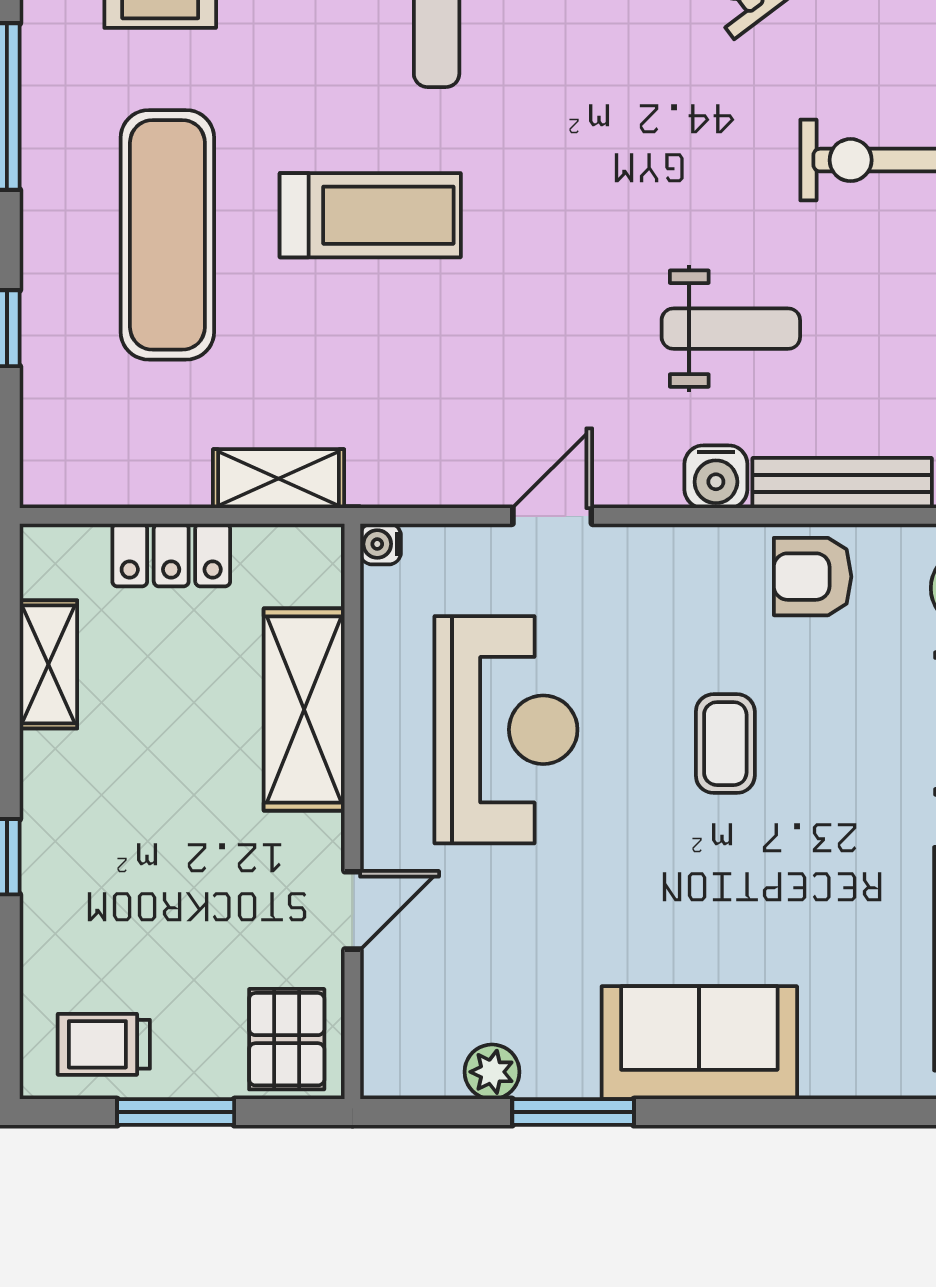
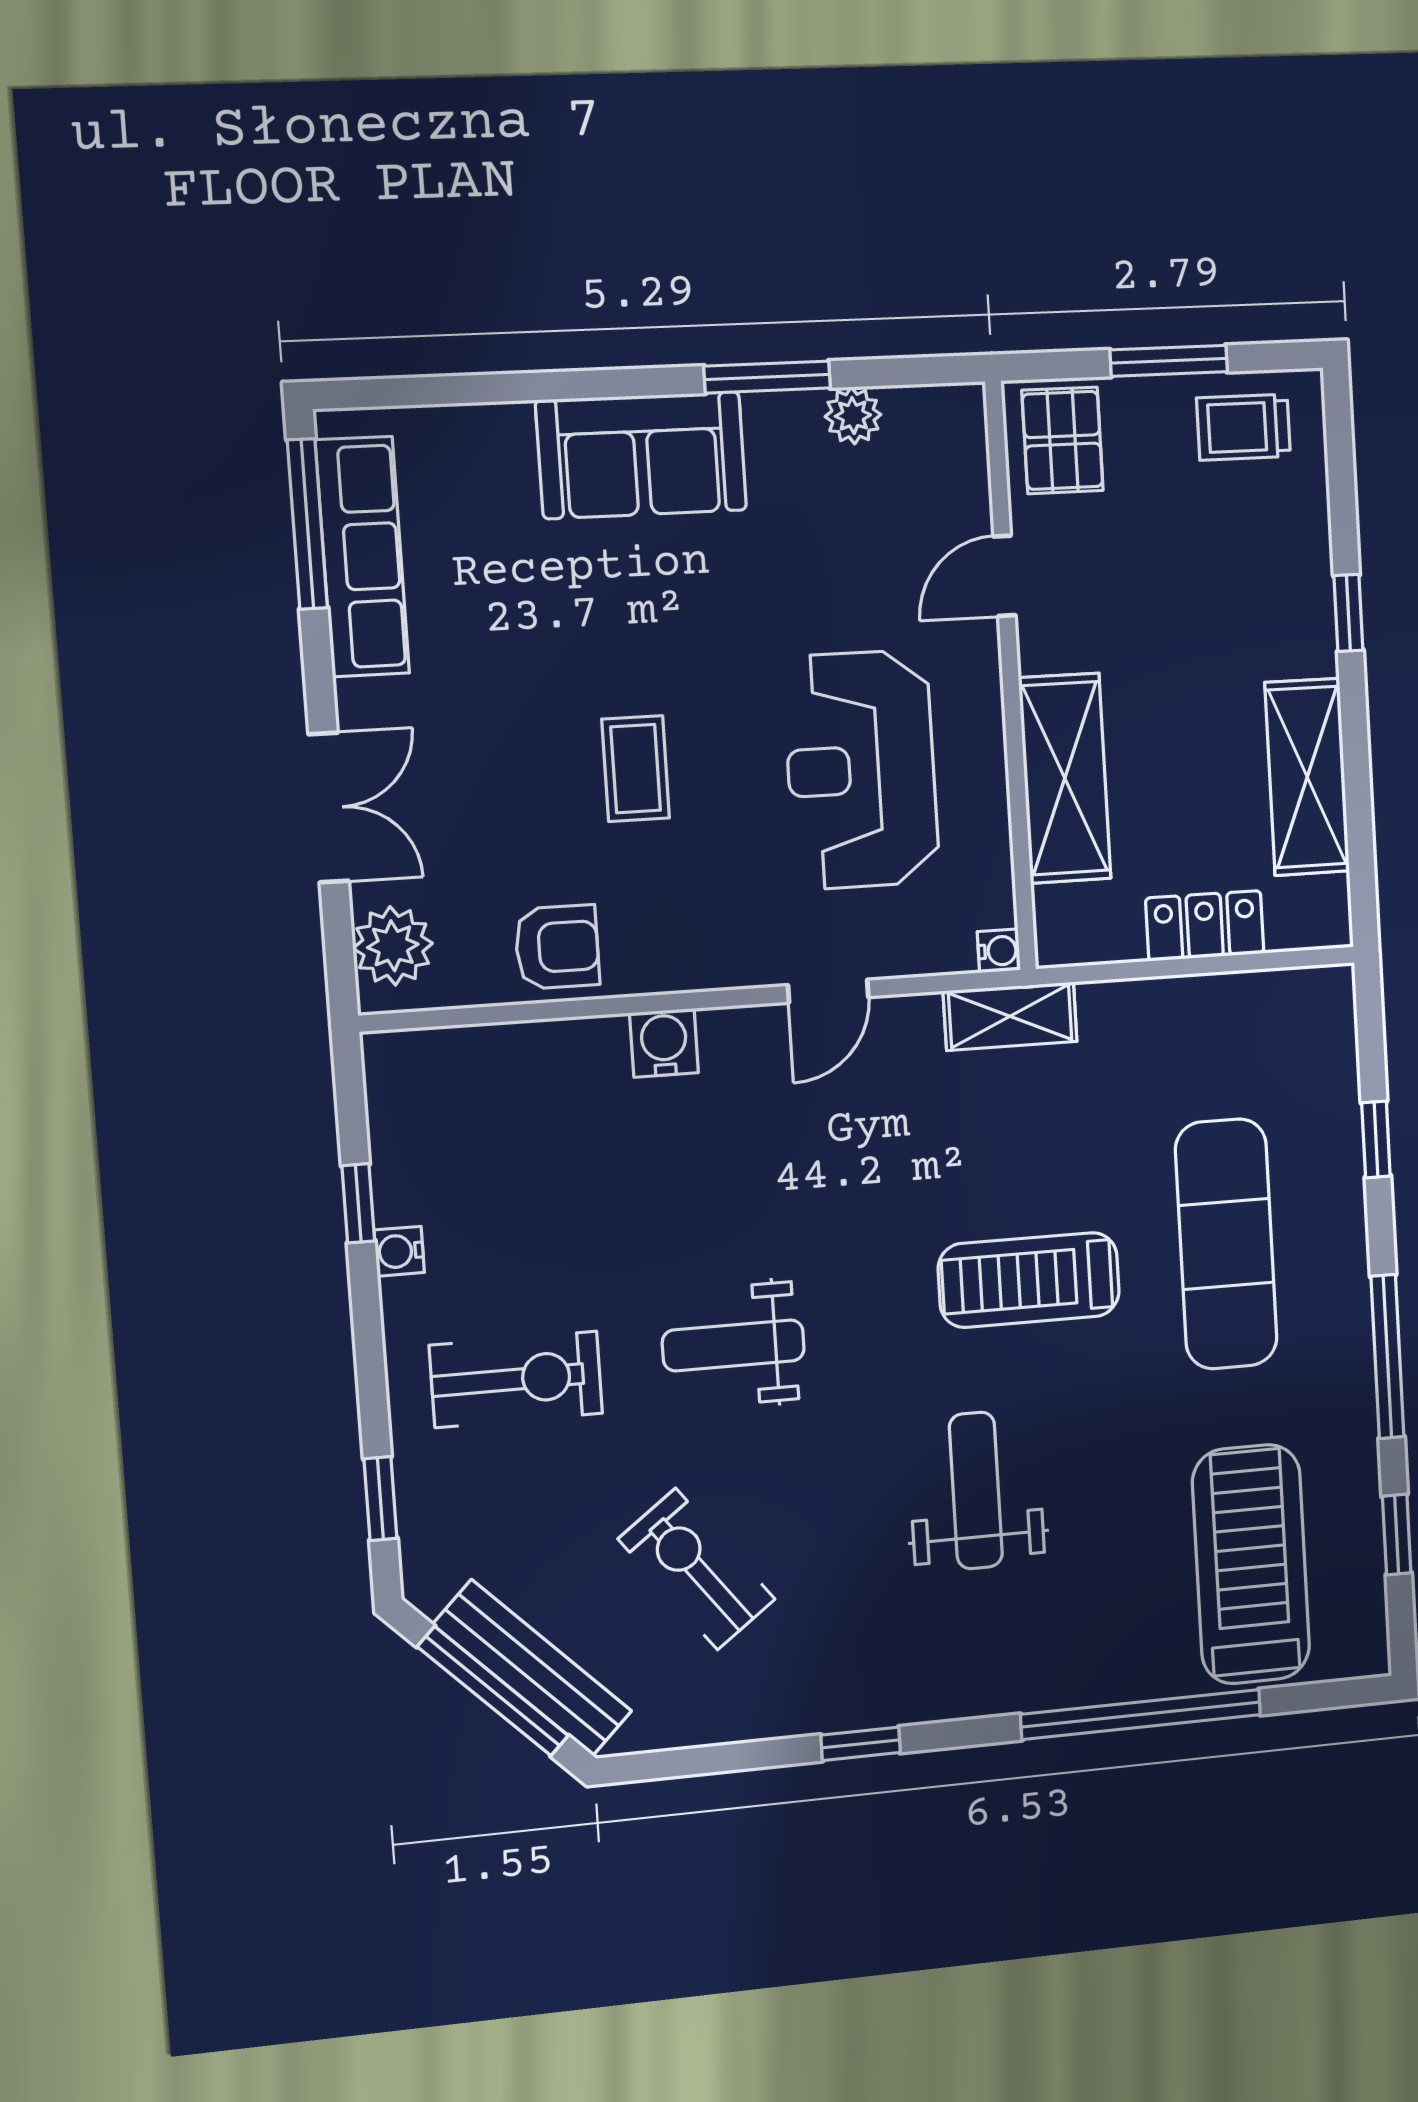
weight bench: (731, 329) -> (733, 1345), moved
shelving: (279, 479) -> (1010, 1016), moved
bench: (842, 483) -> (533, 1046), removed
shelving: (48, 664) -> (1307, 777), width x1.50, depth x1.33
trolley: (104, 1044) -> (1243, 427), turned 180

